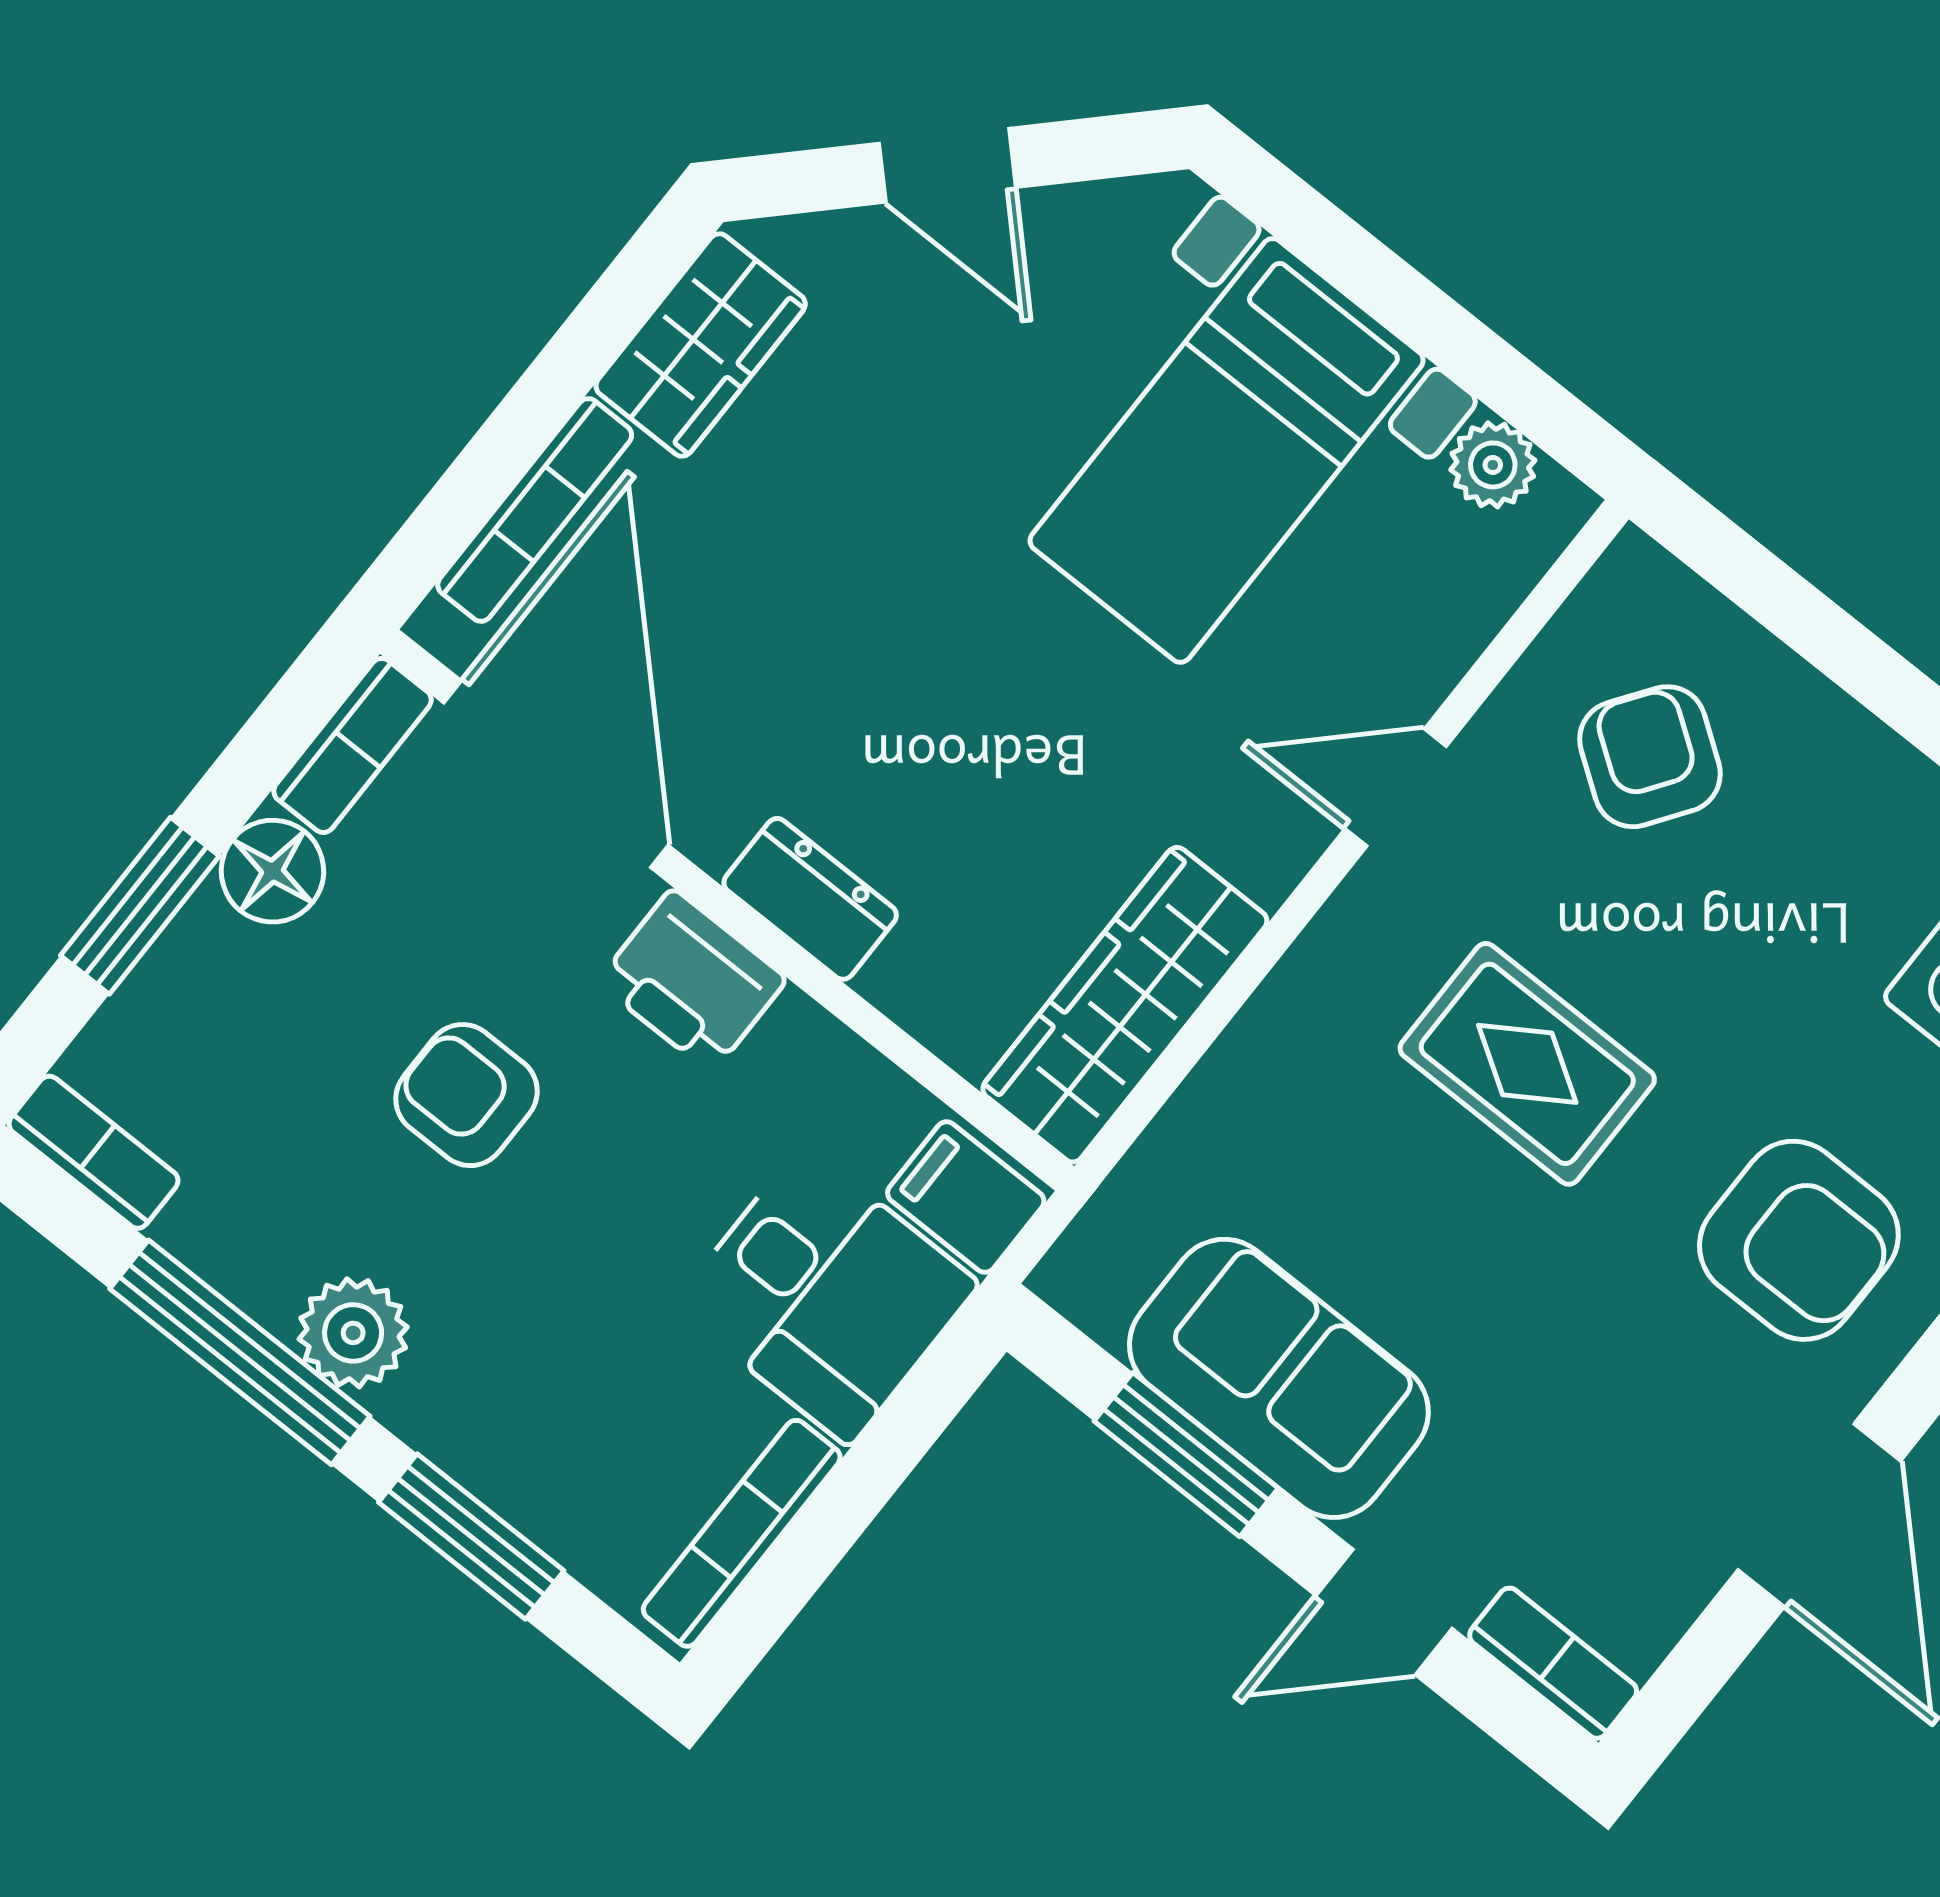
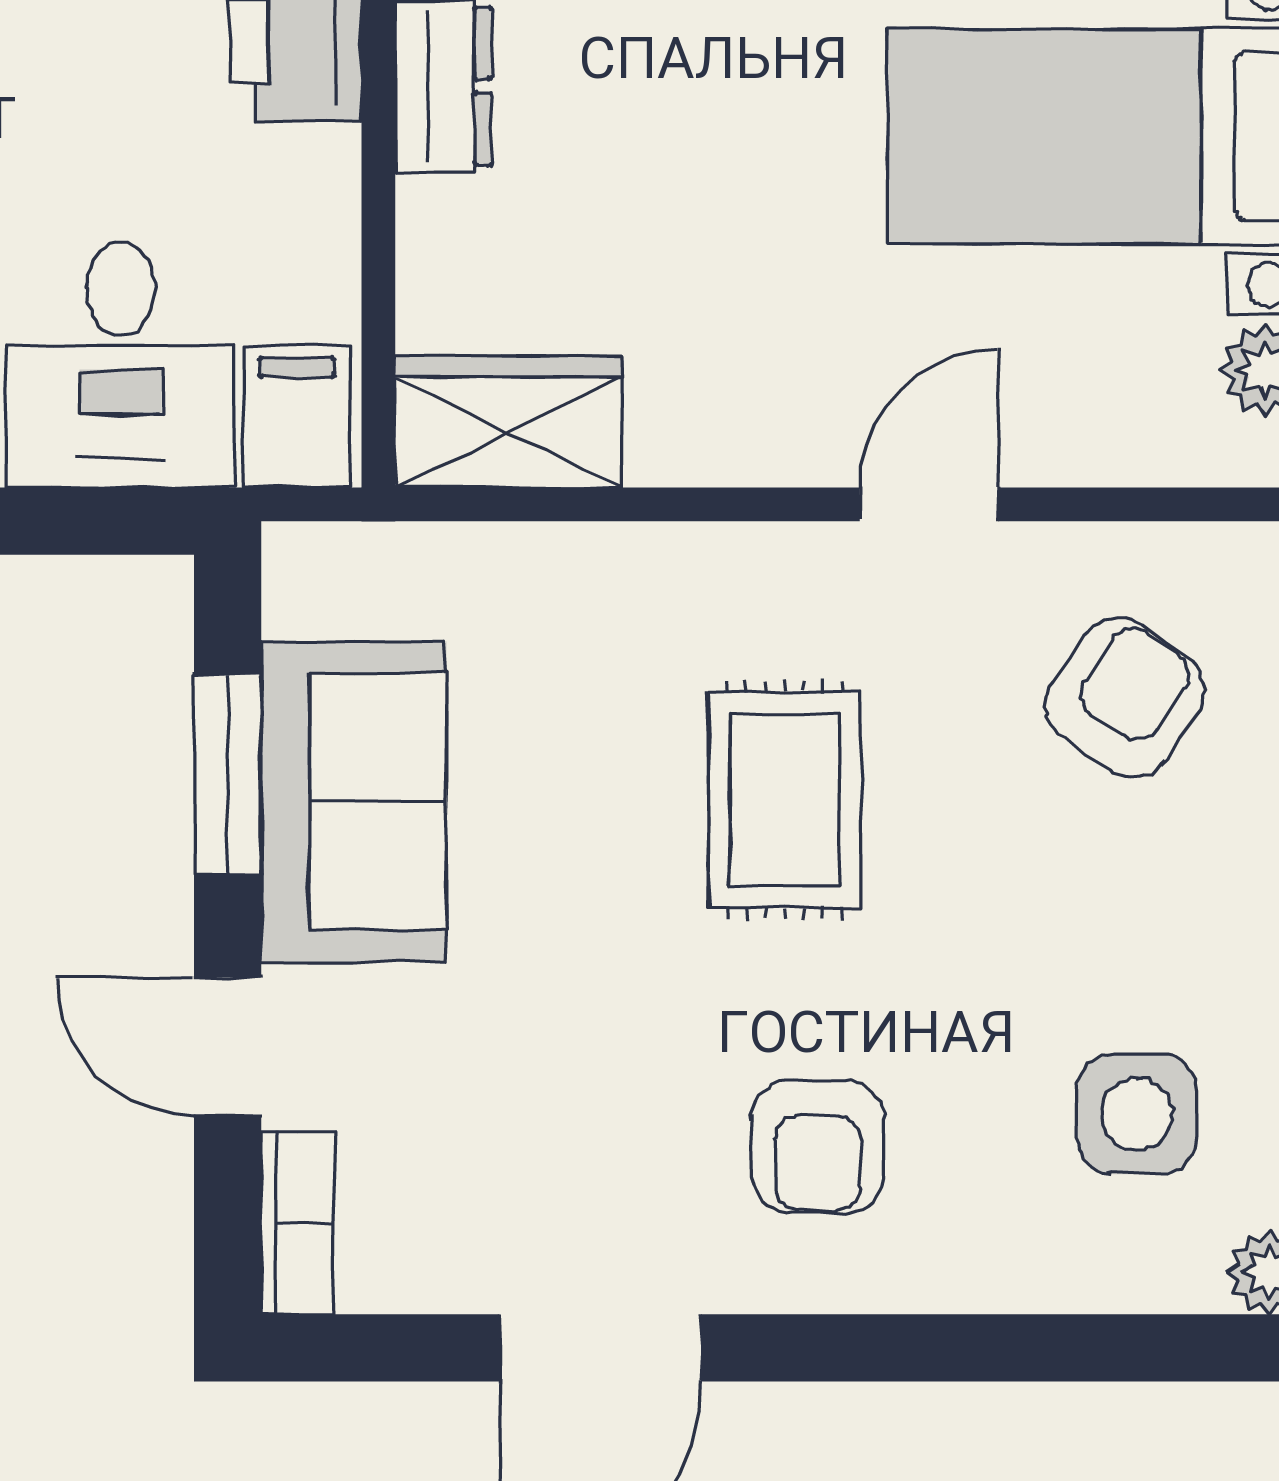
door: (1396, 788) -> (929, 504), hinge flipped
wardrobe: (1125, 1005) -> (508, 422), width x0.67
armchair: (1799, 1240) -> (818, 1147), width x0.72, depth x0.72

